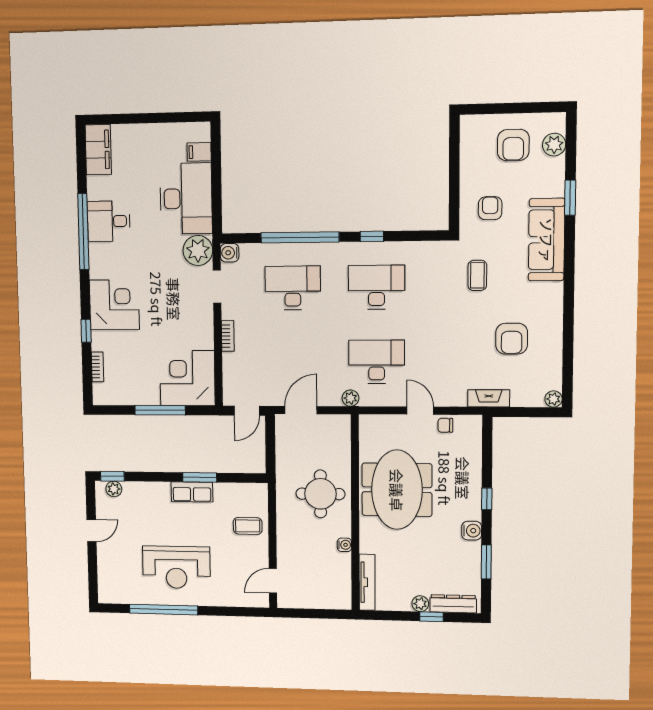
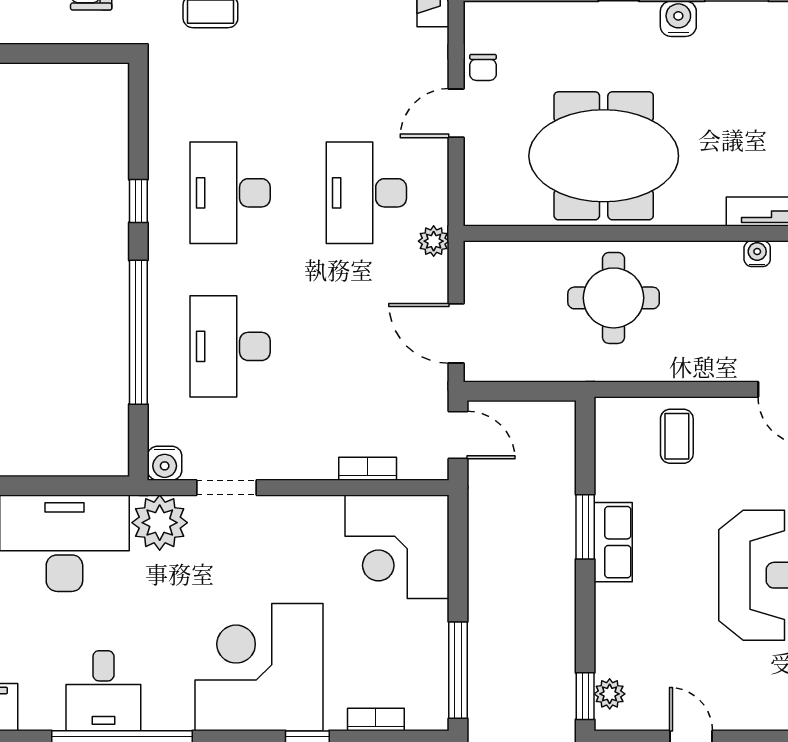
corner desk: (114, 305) -> (259, 667), width x1.36, depth x1.36
bookcase: (228, 336) -> (368, 469), moved
window: (160, 410) -> (458, 670), moved
water cooler: (344, 545) -> (757, 254), moved

